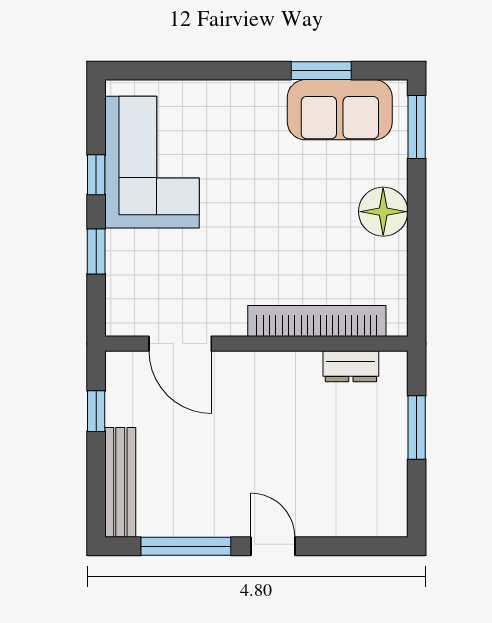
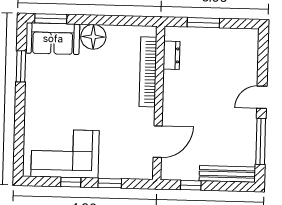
sofa: (340, 110) -> (53, 39), moved, turned 90

